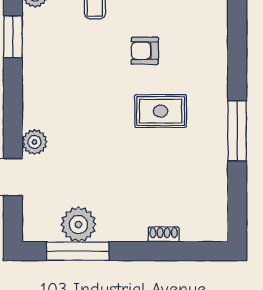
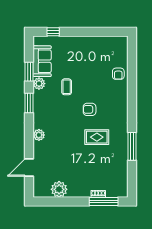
plant: (34, 142) -> (39, 135), moved
window: (78, 251) -> (104, 202), moved

